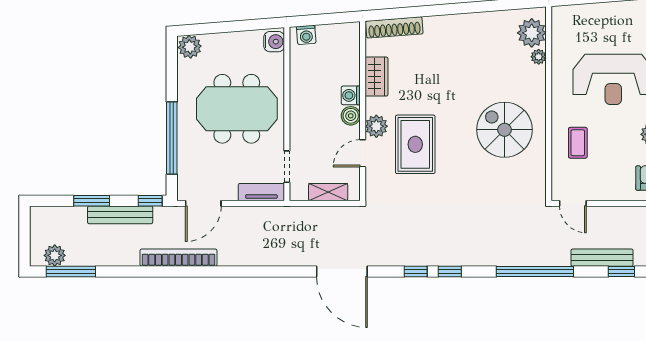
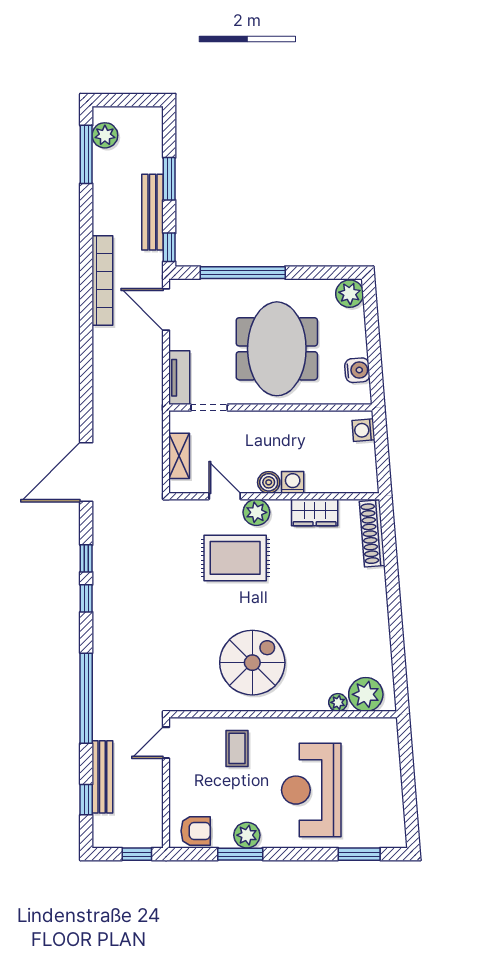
water cooler: (274, 42) -> (357, 370), moved, turned -95
coffee table: (578, 143) -> (237, 748), turned 90

